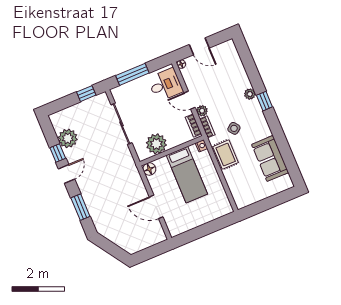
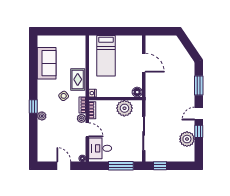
bed: (187, 175) -> (106, 56), moved, turned 180

